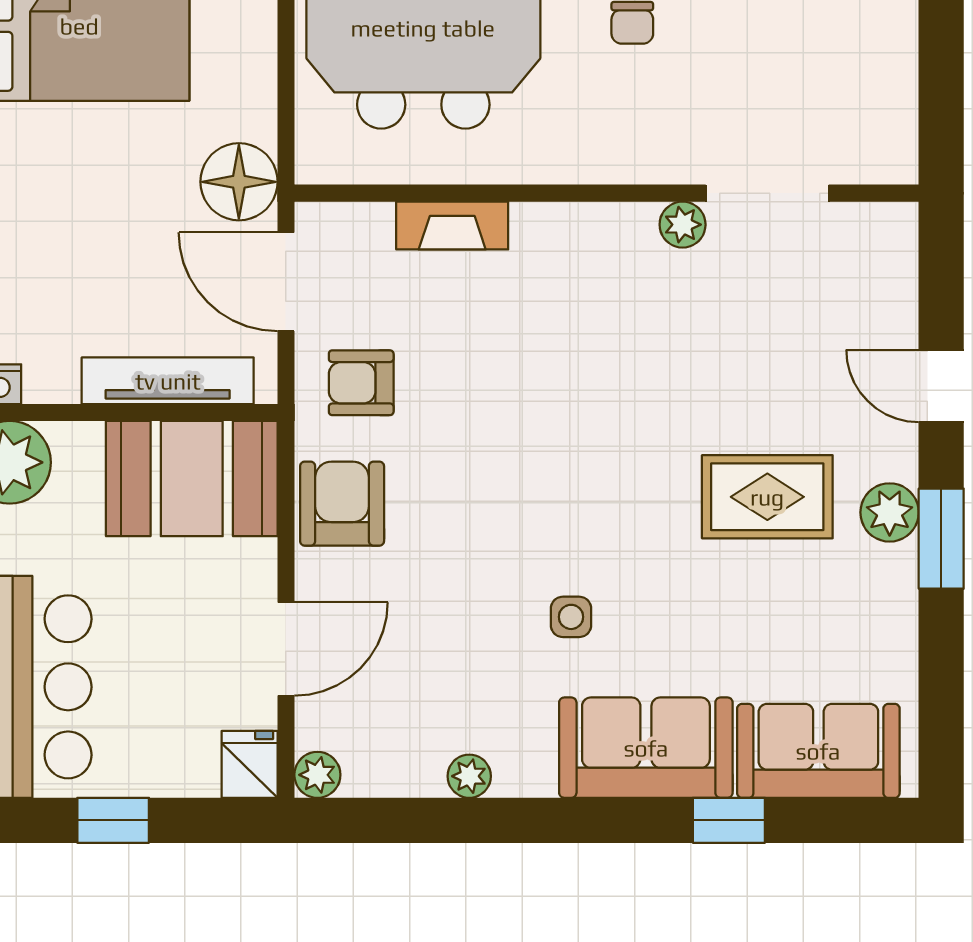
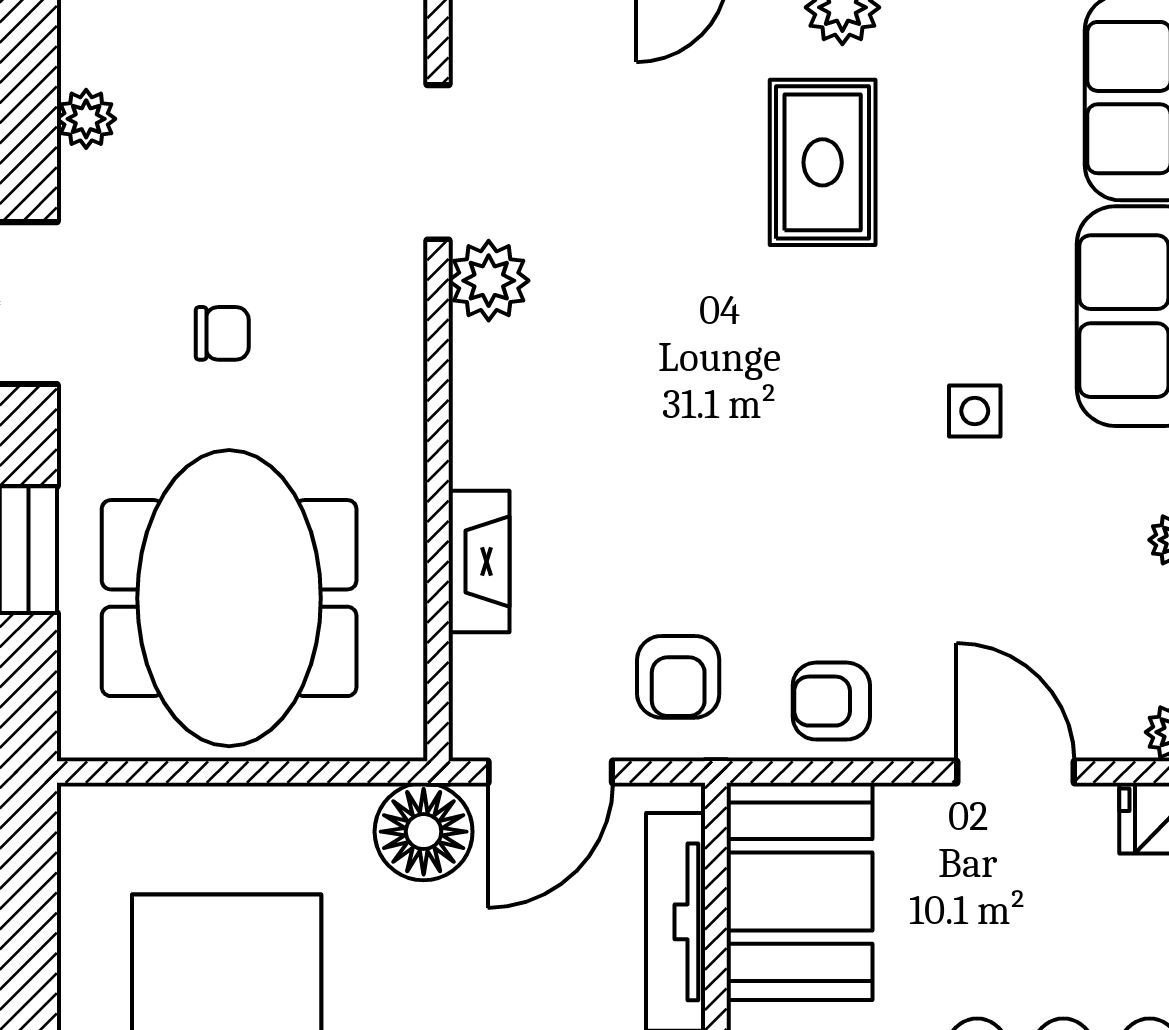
plant: (683, 225) -> (489, 281), width x1.38, depth x1.38
armchair: (342, 504) -> (831, 701), width x0.72, depth x0.72

